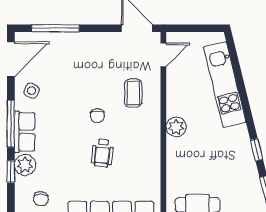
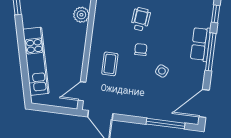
side table: (32, 91) -> (162, 71), moved
plant: (176, 127) -> (81, 15), moved
plant: (25, 165) -> (204, 18), removed

